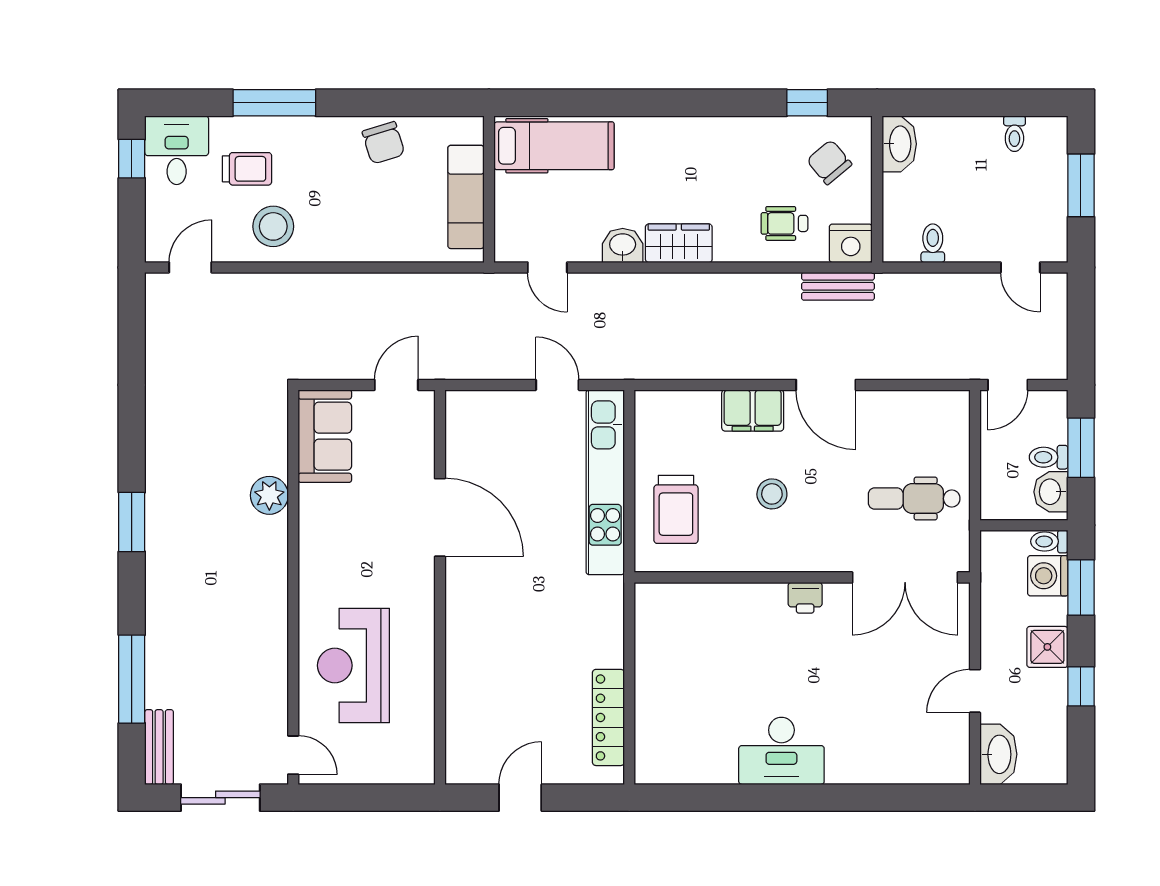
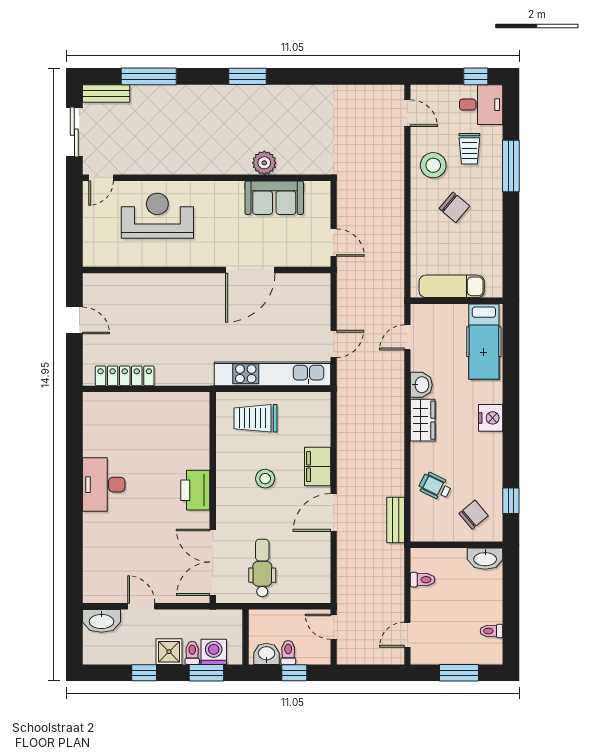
chair: (383, 143) -> (454, 207), moved, turned -123
wheelchair: (784, 223) -> (435, 486), turned -64
nightstand: (851, 243) -> (491, 418), moved, turned 180
sofa: (325, 436) -> (274, 198), moved
window: (1081, 448) -> (294, 673), width x0.67
toilet: (1049, 541) -> (192, 653), moved
printer: (805, 598) -> (195, 490), width x1.87, depth x1.48

